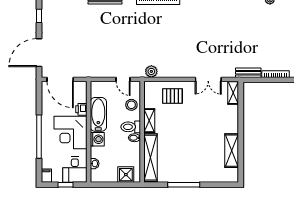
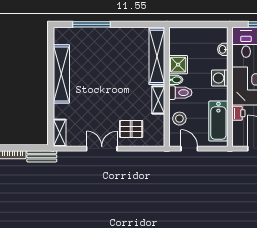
plant: (151, 71) -> (156, 158), removed
double door: (208, 79) -> (102, 149), moved
bathtub: (98, 114) -> (218, 121), moved
shelving: (232, 151) -> (61, 74), width x1.47
shower: (126, 175) -> (178, 65), moved
window: (184, 185) -> (92, 24), moved

